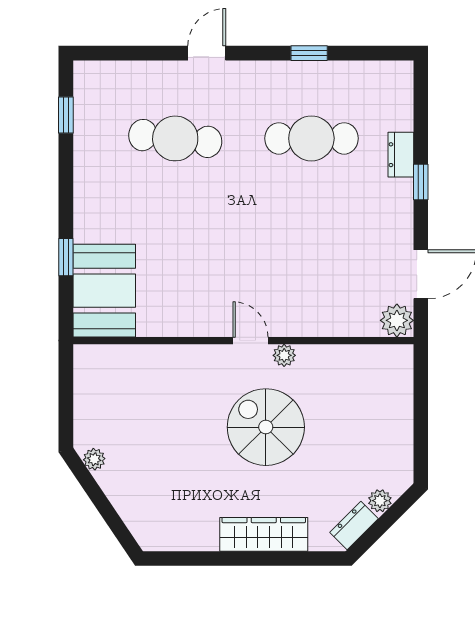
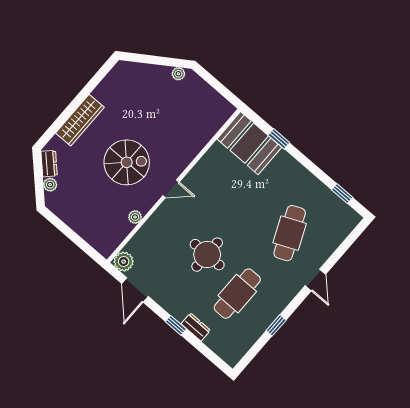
cafe table: (175, 138) -> (290, 233), turned -30
round table: (295, 221) -> (207, 255), added
plant: (284, 355) -> (135, 217), moved

